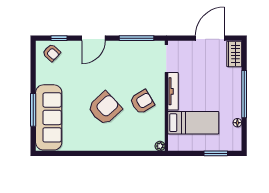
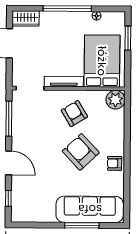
armchair: (52, 53) -> (115, 163), moved, turned -133
bed: (193, 123) -> (102, 61), width x1.50
plant: (160, 146) -> (115, 100), width x1.87, depth x1.87

